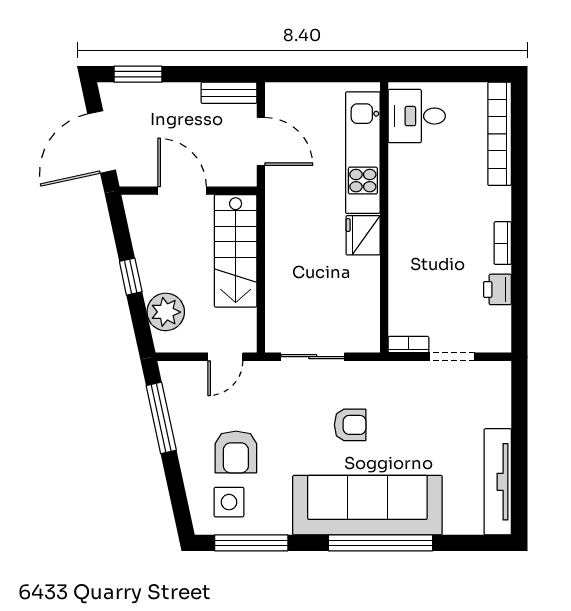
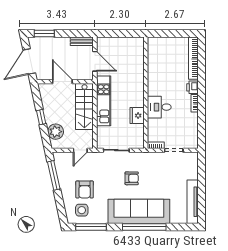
desk: (417, 116) -> (159, 107), moved
kitchen unit: (363, 153) -> (104, 101), moved, turned 180
fridge: (363, 235) -> (137, 116), moved
printer: (497, 289) -> (193, 87), moved

